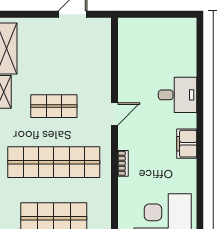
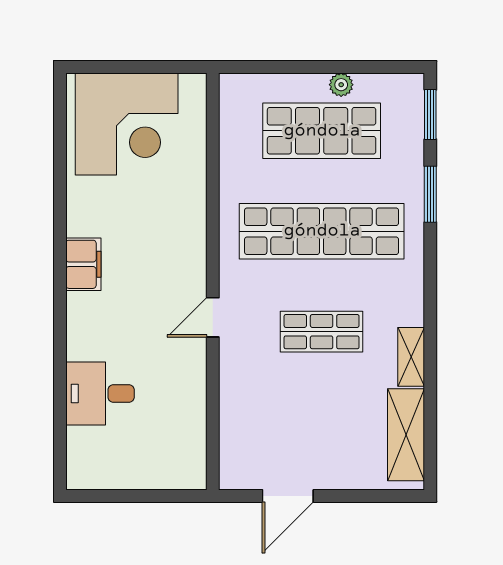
desk: (178, 95) -> (100, 393), moved
bookcase: (123, 163) -> (198, 229), removed

